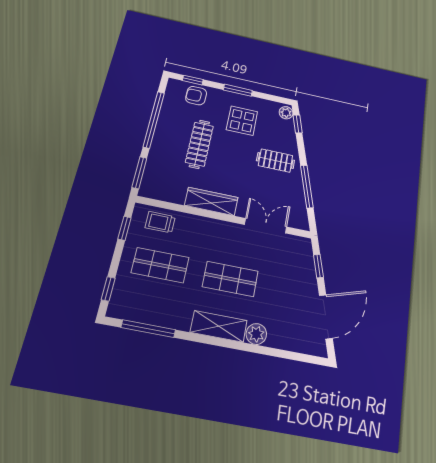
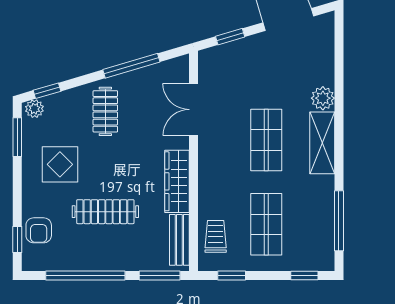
window: (238, 90) -> (17, 137), moved
bench: (164, 194) -> (179, 240), added
trolley: (160, 222) -> (216, 236), turned 180

